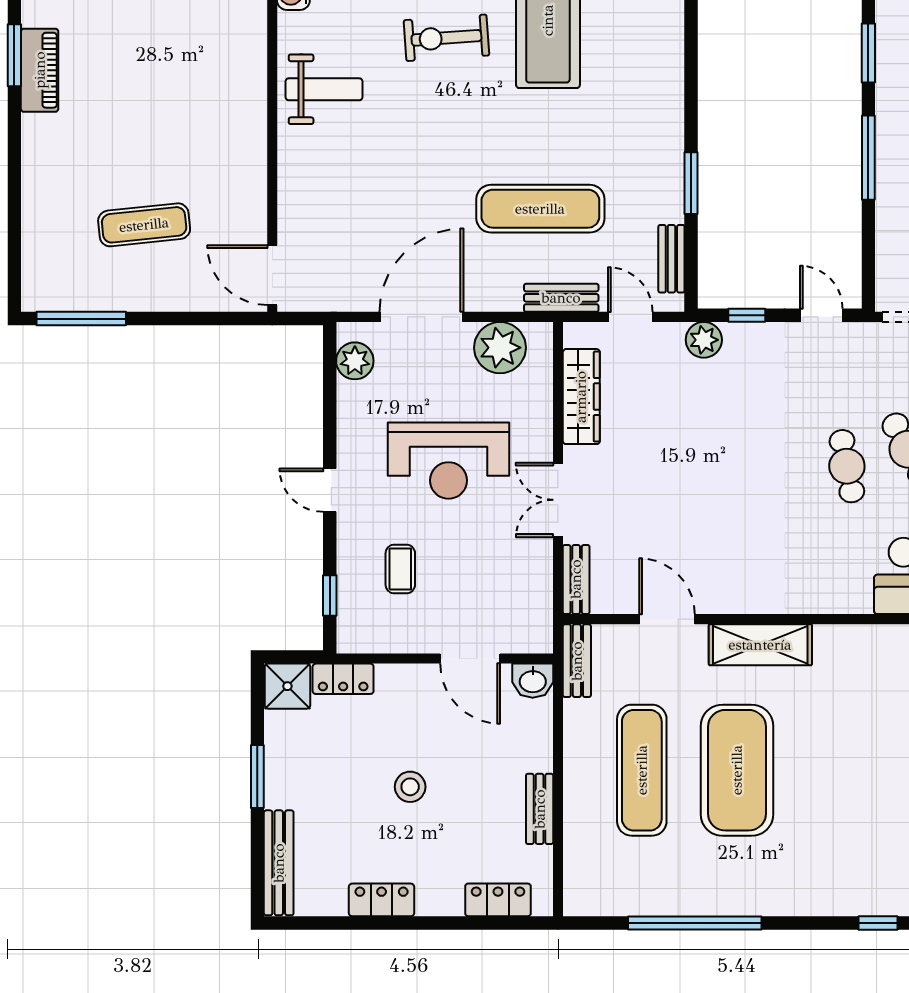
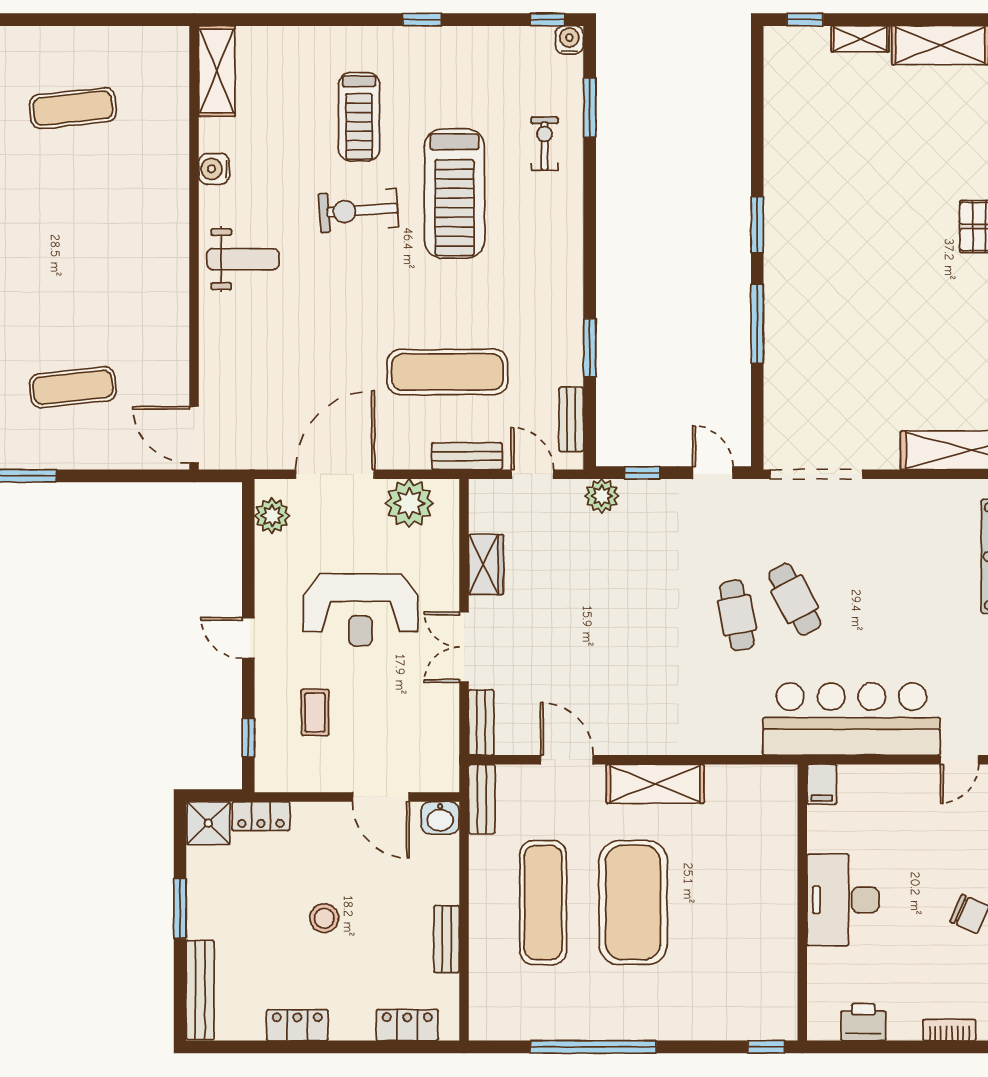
wardrobe: (581, 397) -> (486, 565), width x0.67

